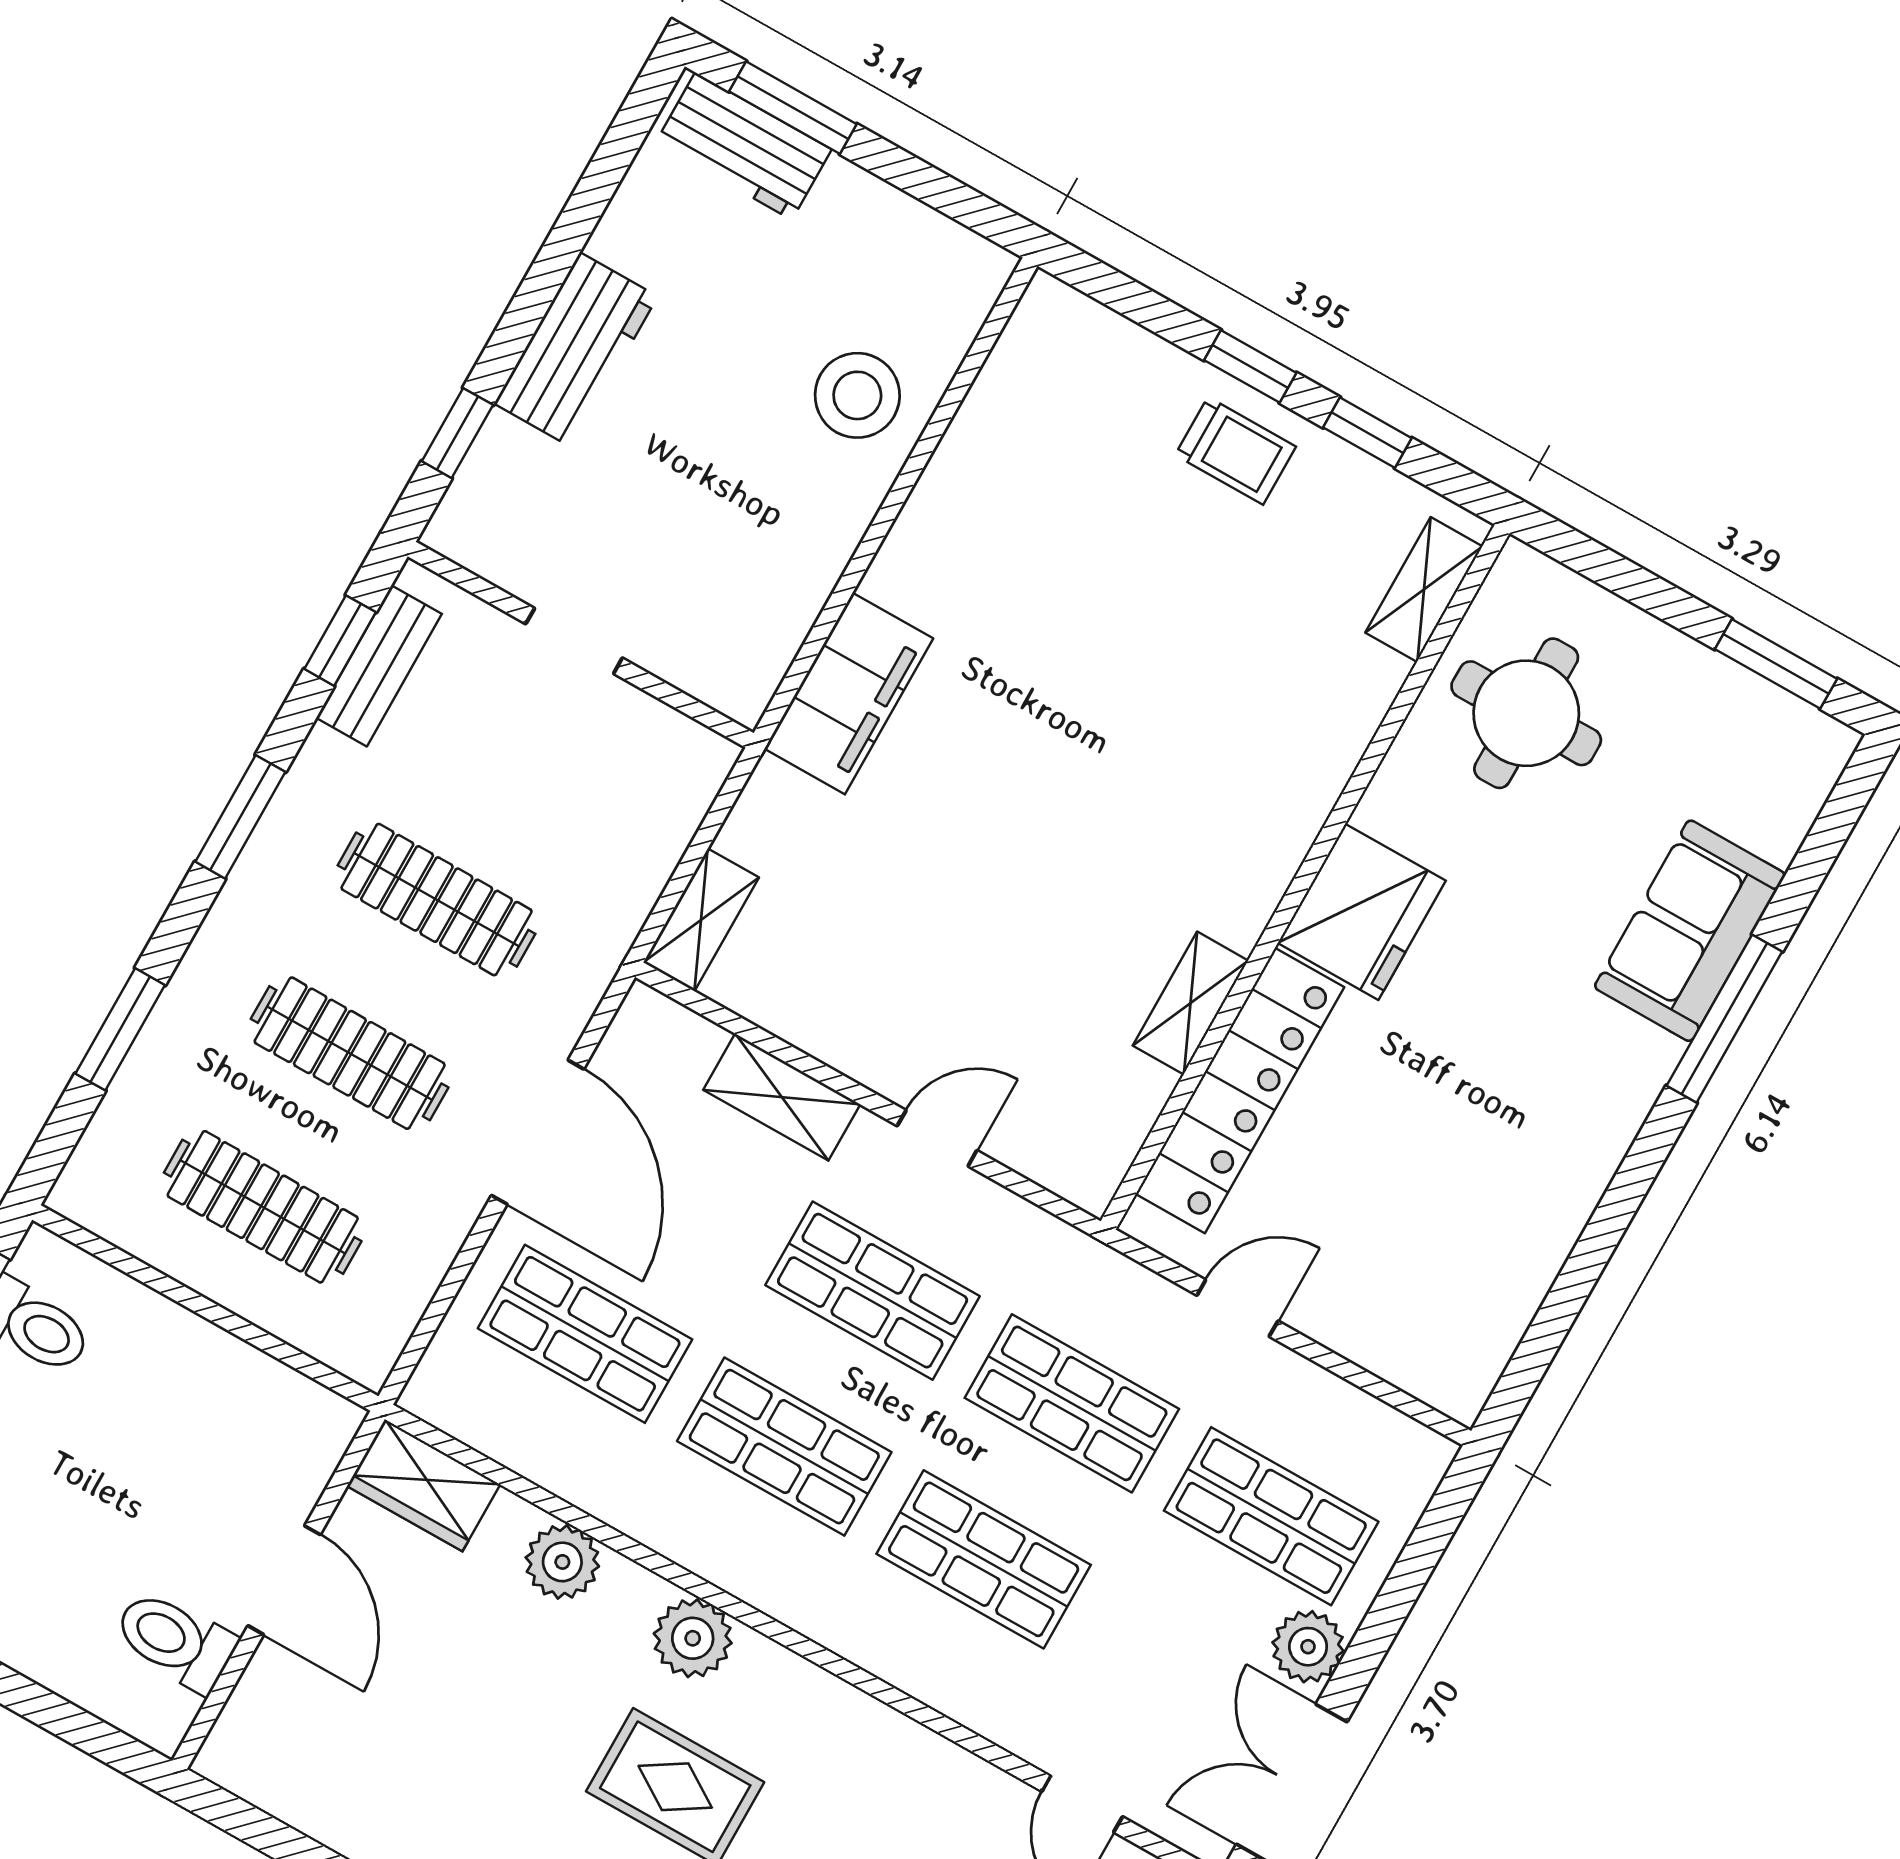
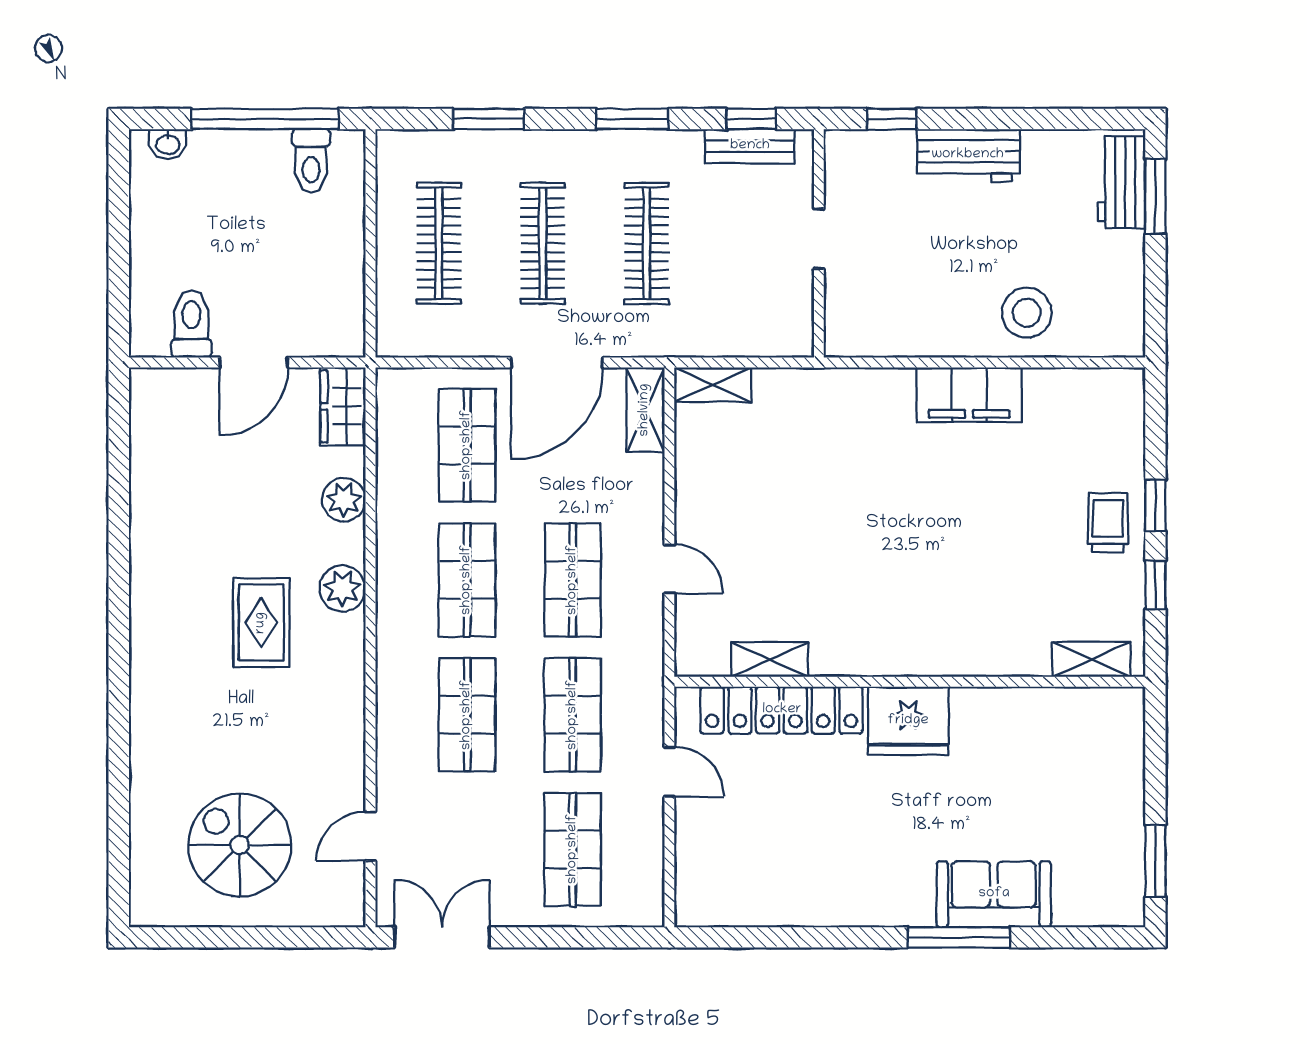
trolley: (1236, 451) -> (1108, 523), turned 180
filing cabinet: (849, 694) -> (969, 395), moved
round table: (1526, 713) -> (1058, 747), removed
shelving: (1191, 1003) -> (770, 659), moved
shelving: (782, 1097) -> (645, 410), moved
plant: (1308, 1647) -> (516, 906), removed

